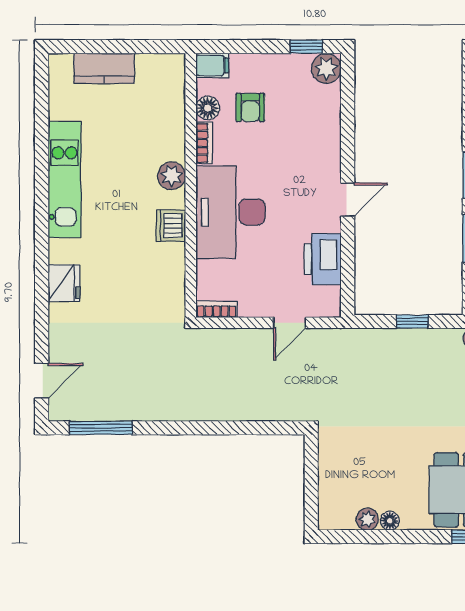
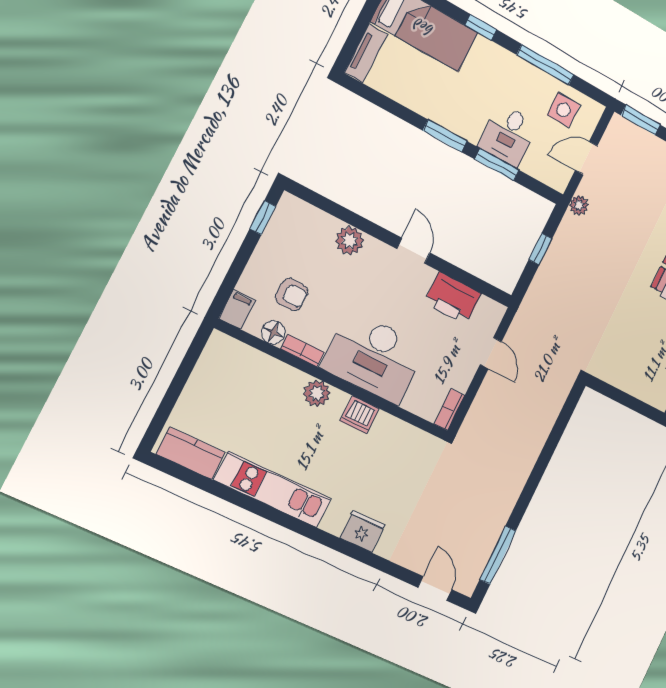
kitchen counter: (104, 68) -> (191, 453), moved, turned -90
plant: (326, 68) -> (350, 241), moved

